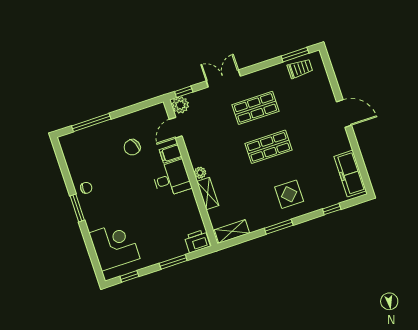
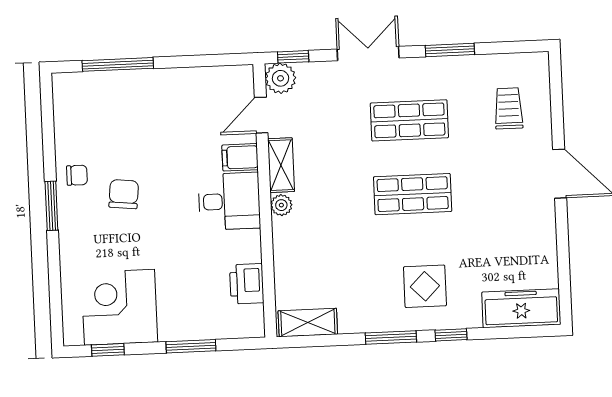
window: (295, 55) -> (450, 50), moved
trolley: (300, 69) -> (509, 108), moved, turned -90
chair: (132, 147) -> (124, 194), moved, turned 118
freezer: (350, 174) -> (521, 308), moved, turned 90
shelving: (208, 193) -> (281, 165), moved
window: (332, 209) -> (451, 335), moved
printer: (197, 241) -> (247, 284), moved, turned -90
corner desk: (114, 246) -> (120, 307), moved, turned -90

